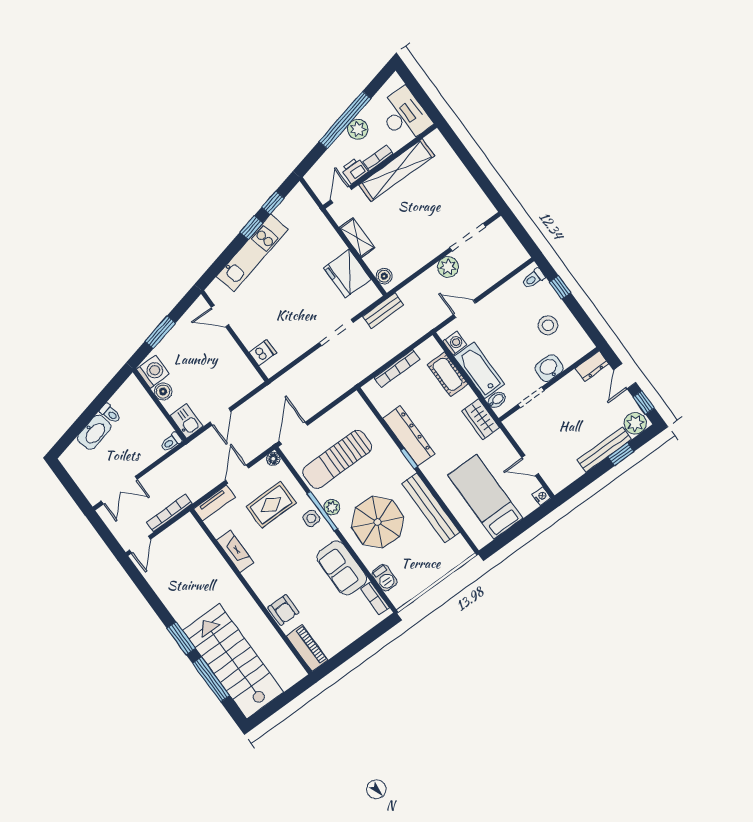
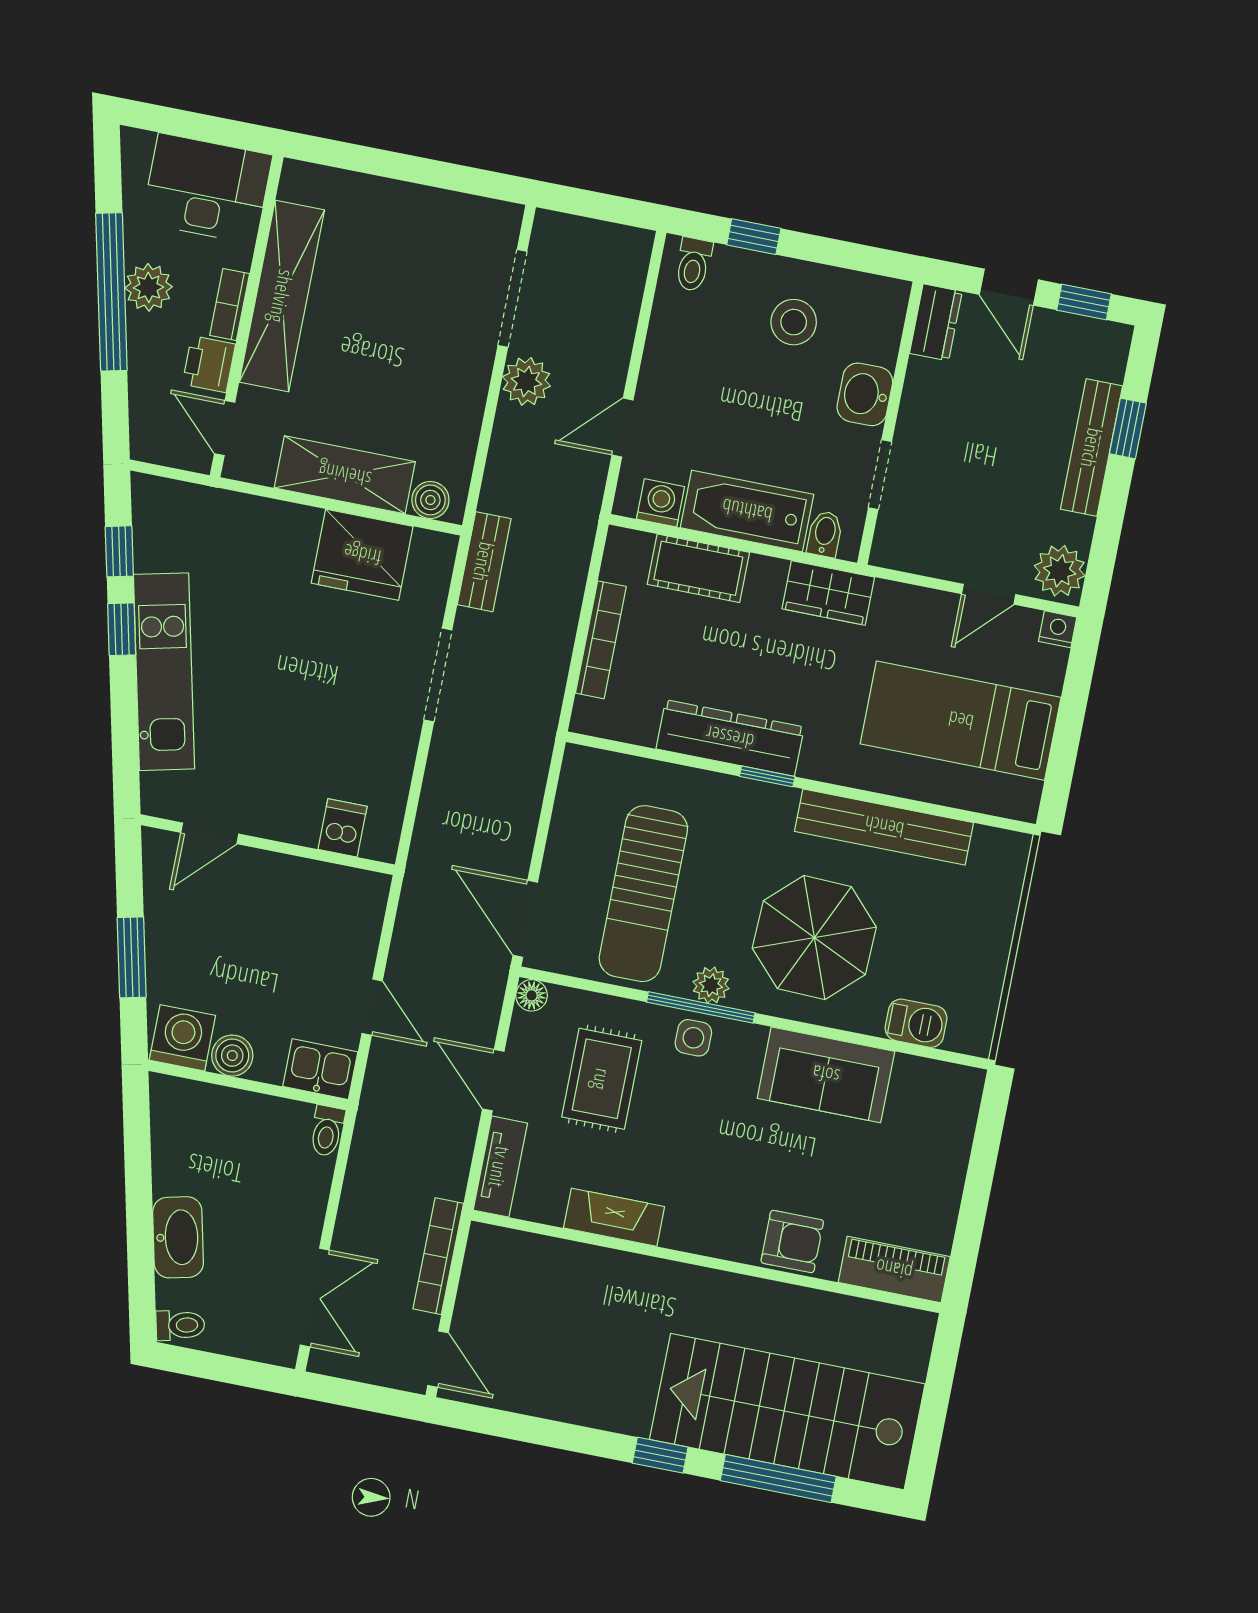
shelving: (357, 238) -> (345, 475), width x1.50, depth x1.33
toilet: (110, 413) -> (180, 1325), moved
plant: (635, 423) -> (1060, 571), moved
bookcase: (375, 598) -> (932, 1074), removed
window: (181, 638) -> (660, 1455), width x0.67

